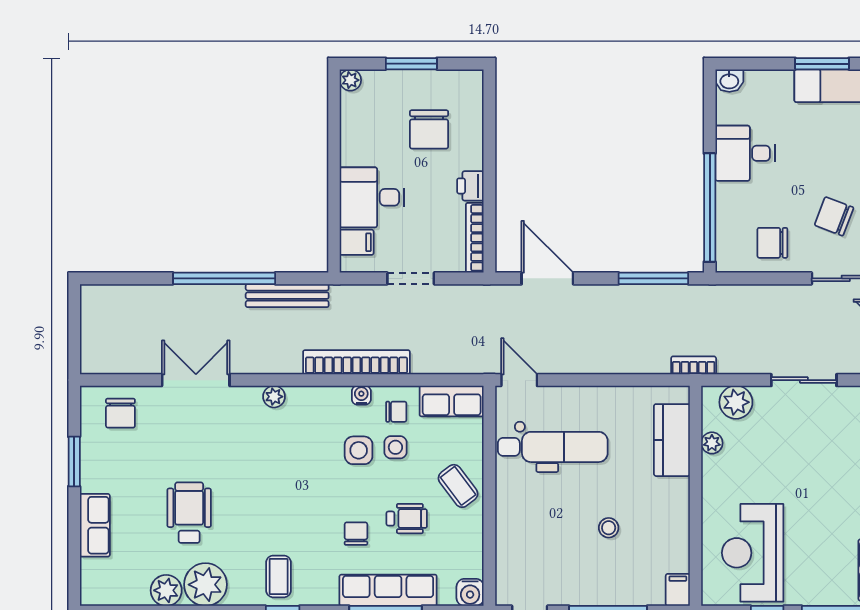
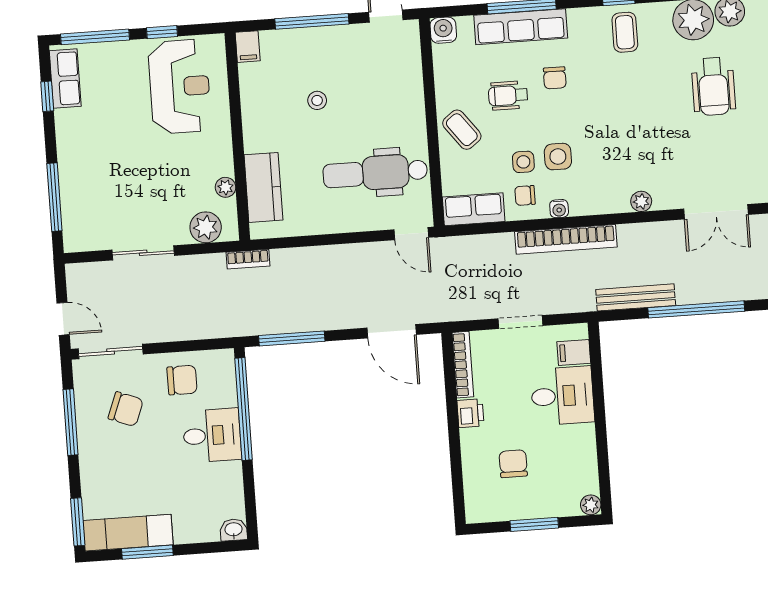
chair: (429, 129) -> (513, 464), width x0.73, depth x0.73
desk: (745, 153) -> (212, 435), moved

